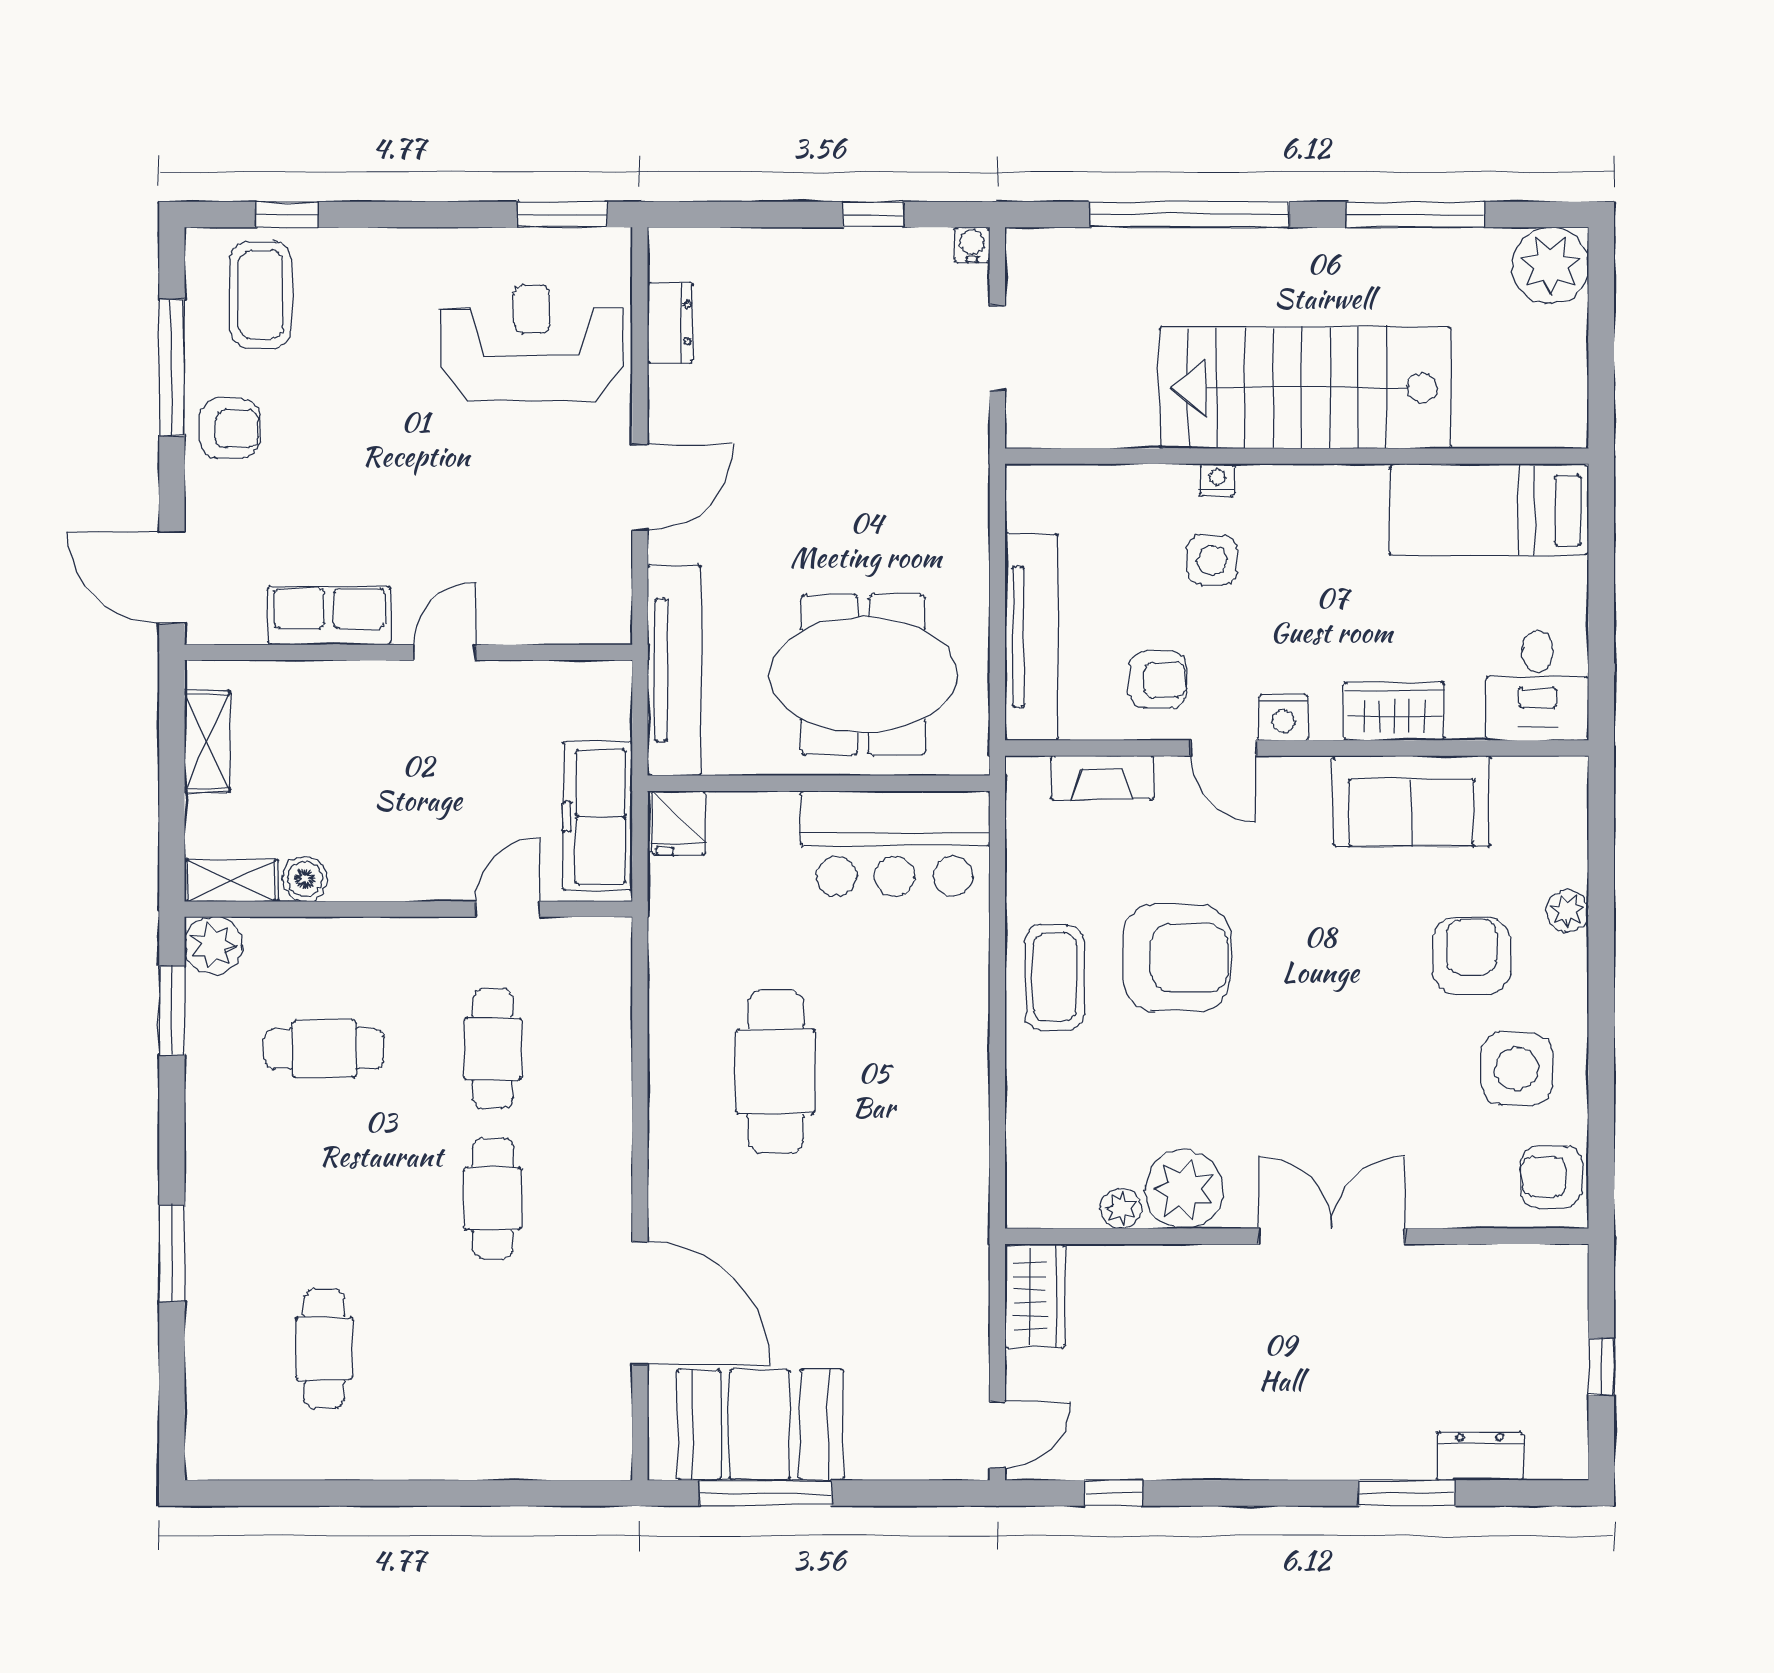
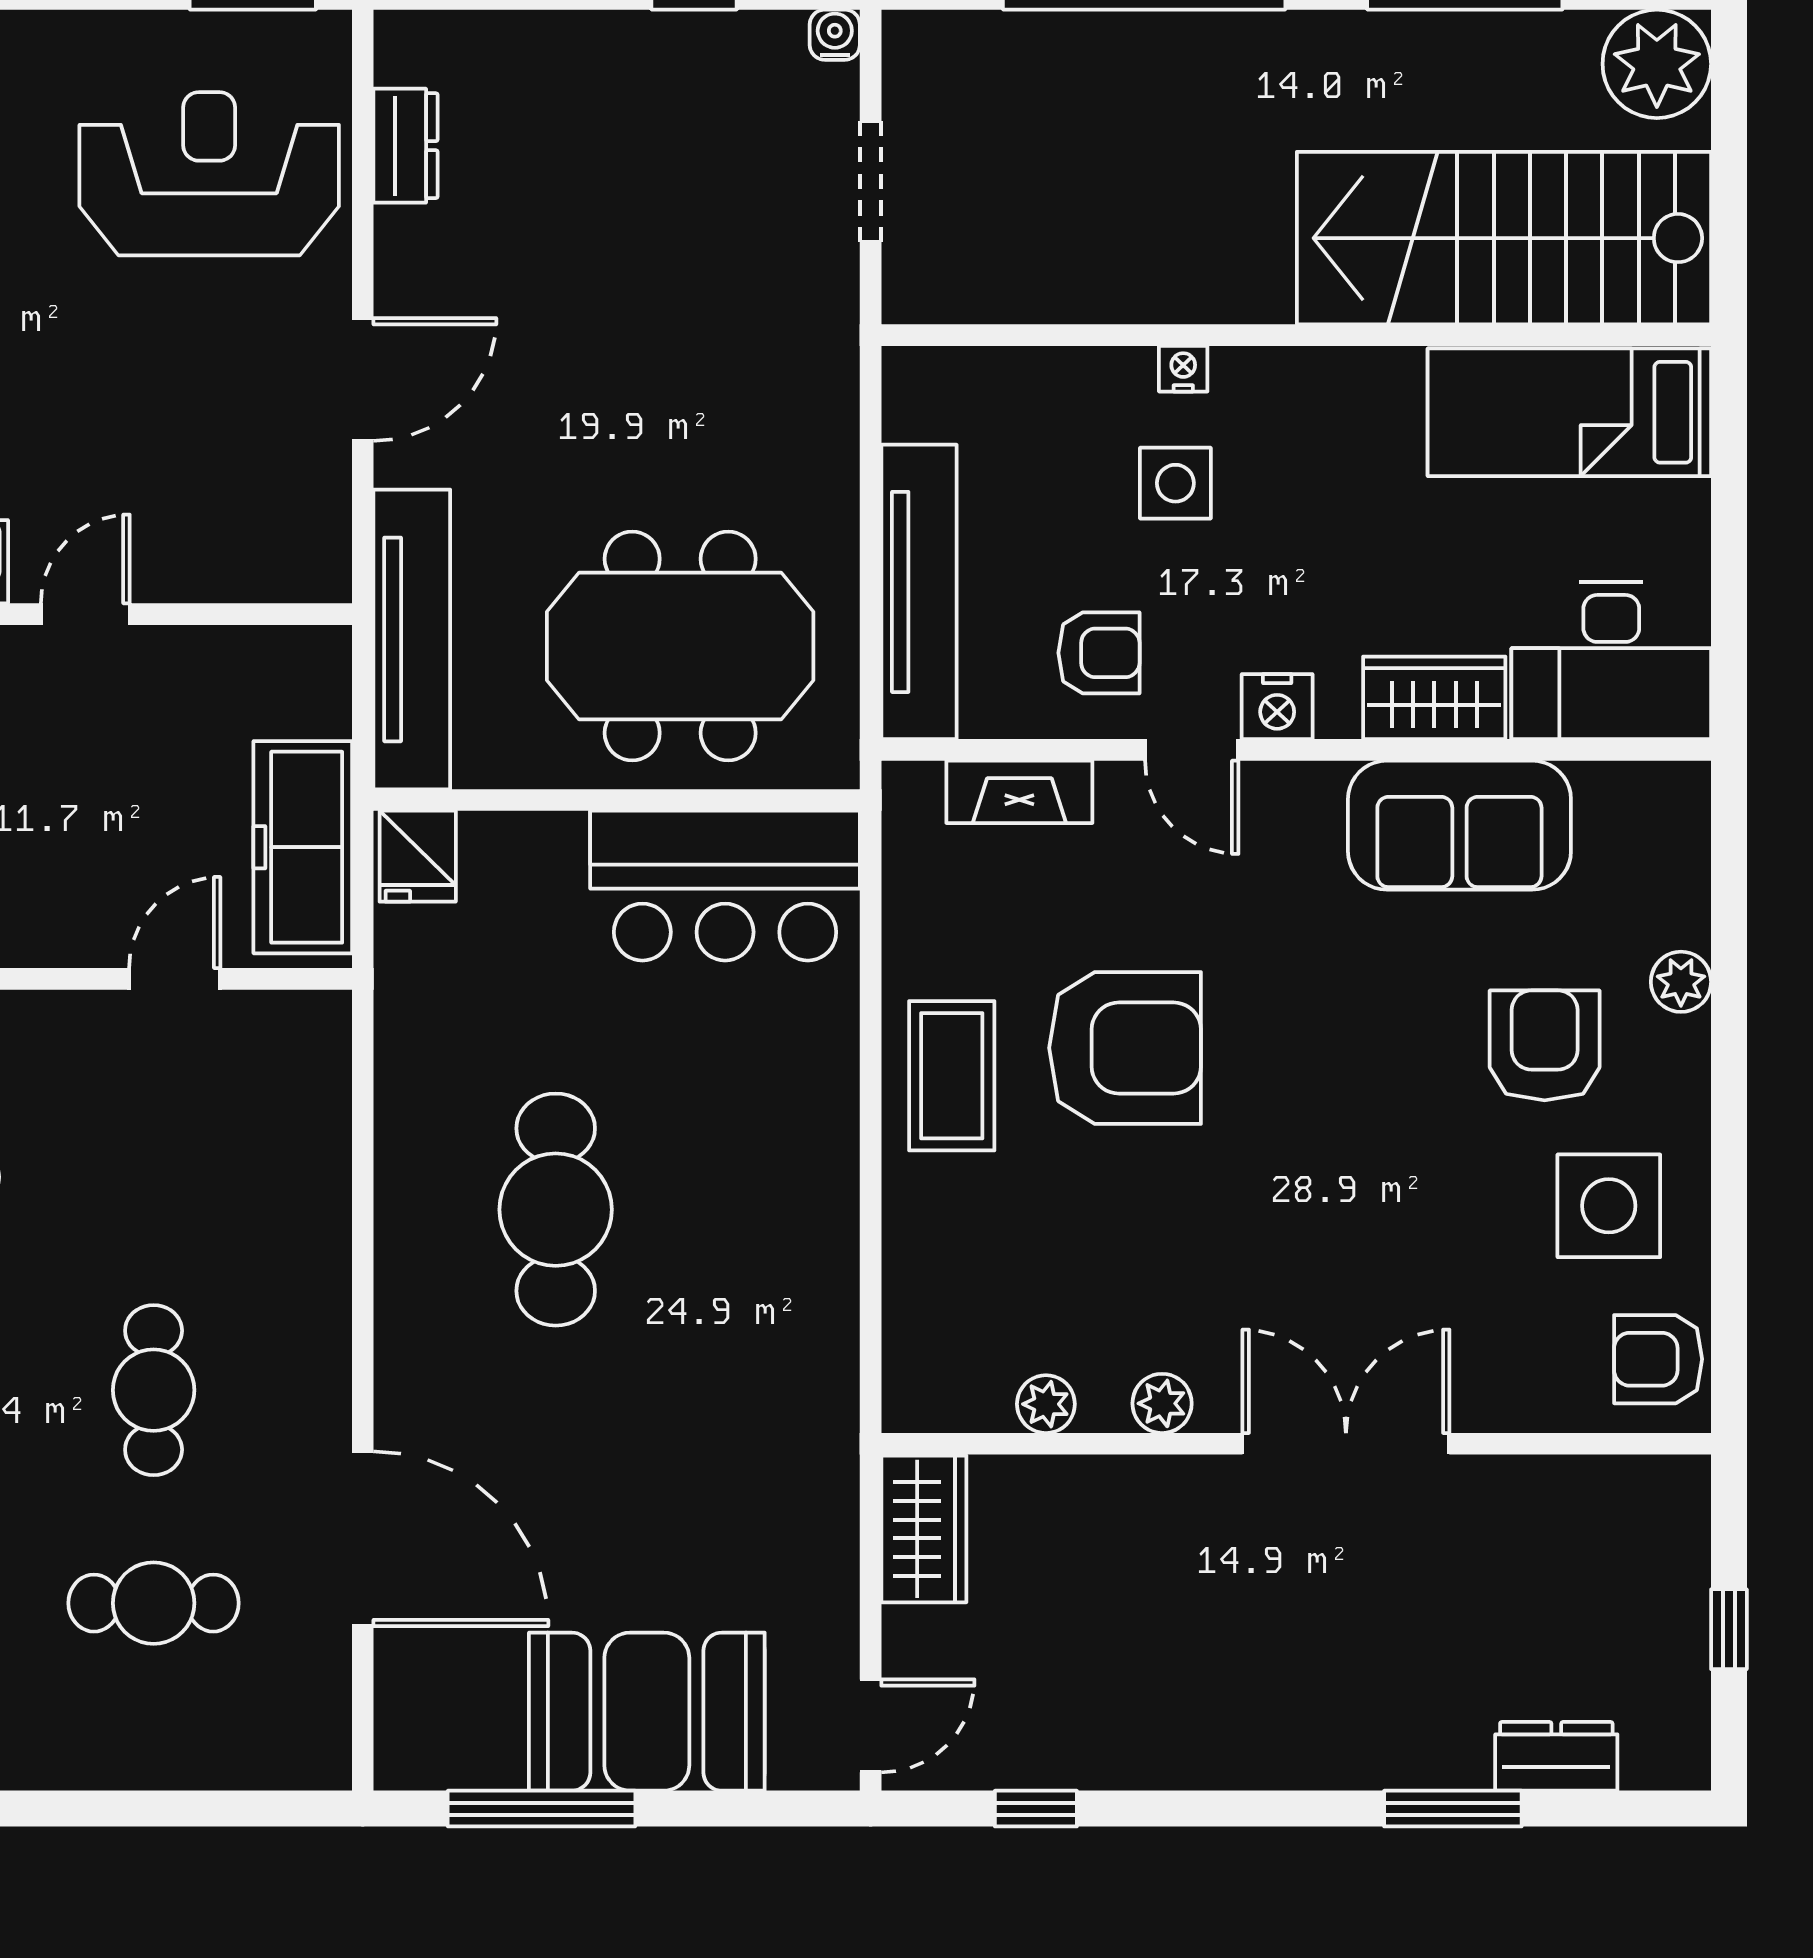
stairs: (1305, 388) -> (1504, 238), moved
desk: (1538, 685) -> (1611, 661), width x1.37
cafe table: (493, 1049) -> (154, 1603), moved, turned 90
plant: (1184, 1190) -> (1162, 1403), width x0.53, depth x0.53
booth: (760, 1425) -> (647, 1712), moved

